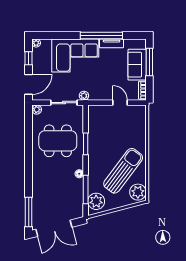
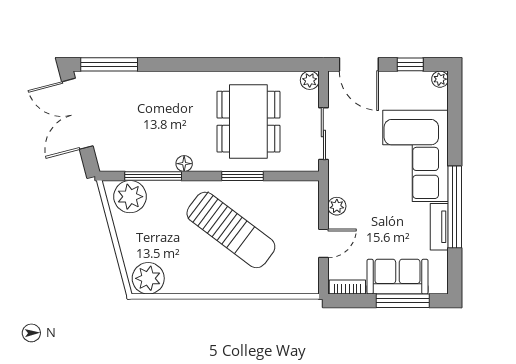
plant: (84, 96) -> (337, 206), moved
sun lounger: (123, 171) -> (231, 230), moved

